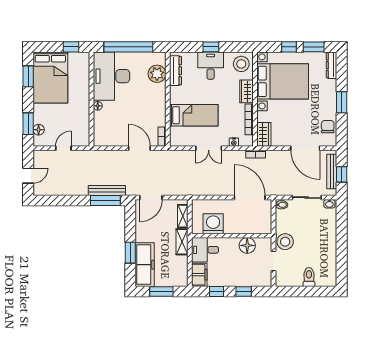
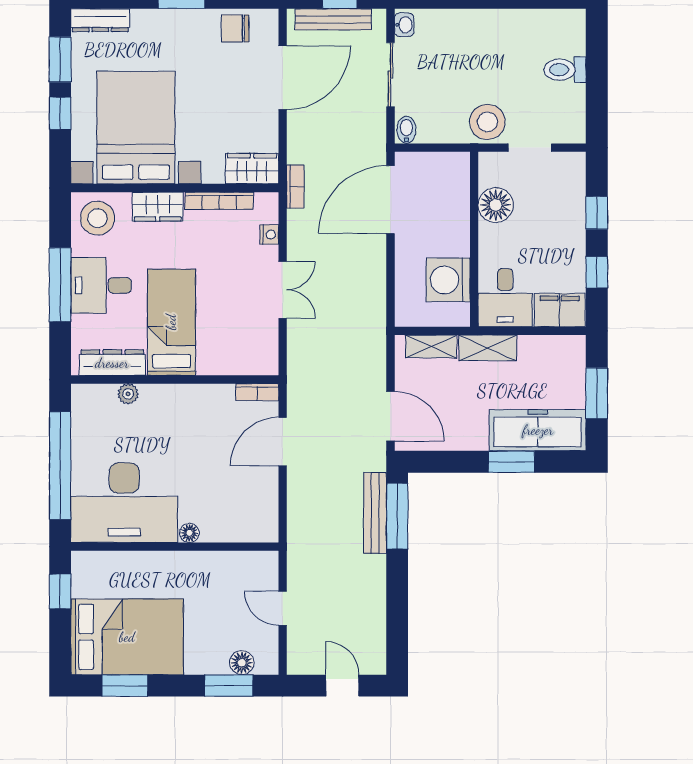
window: (211, 47) -> (60, 285), width x2.17
plant: (157, 74) -> (128, 394), width x0.53, depth x0.53
bed: (194, 115) -> (171, 322), moved

